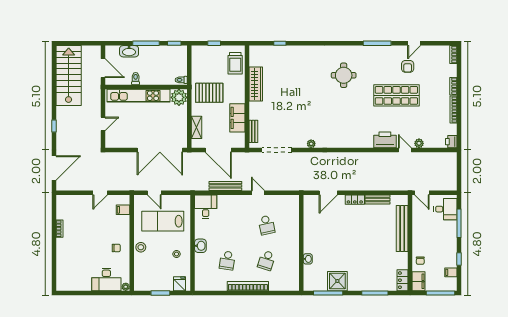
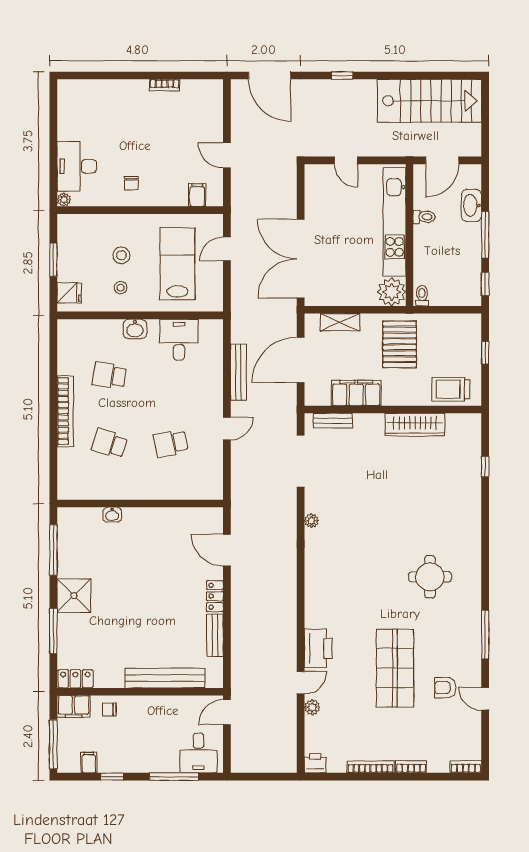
desk: (206, 207) -> (179, 340), moved, turned -90
stool: (141, 247) -> (121, 255), moved
shower: (337, 281) -> (74, 596), moved

